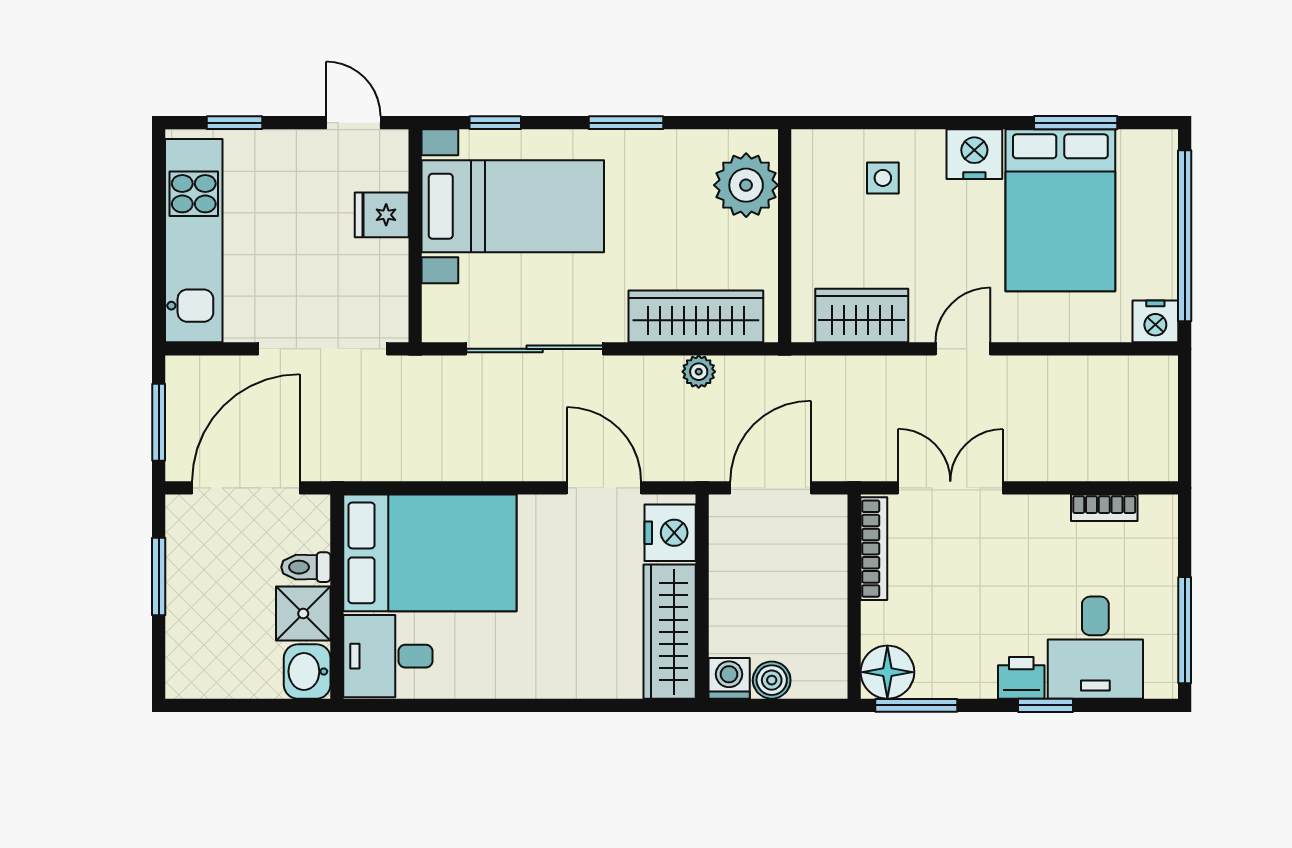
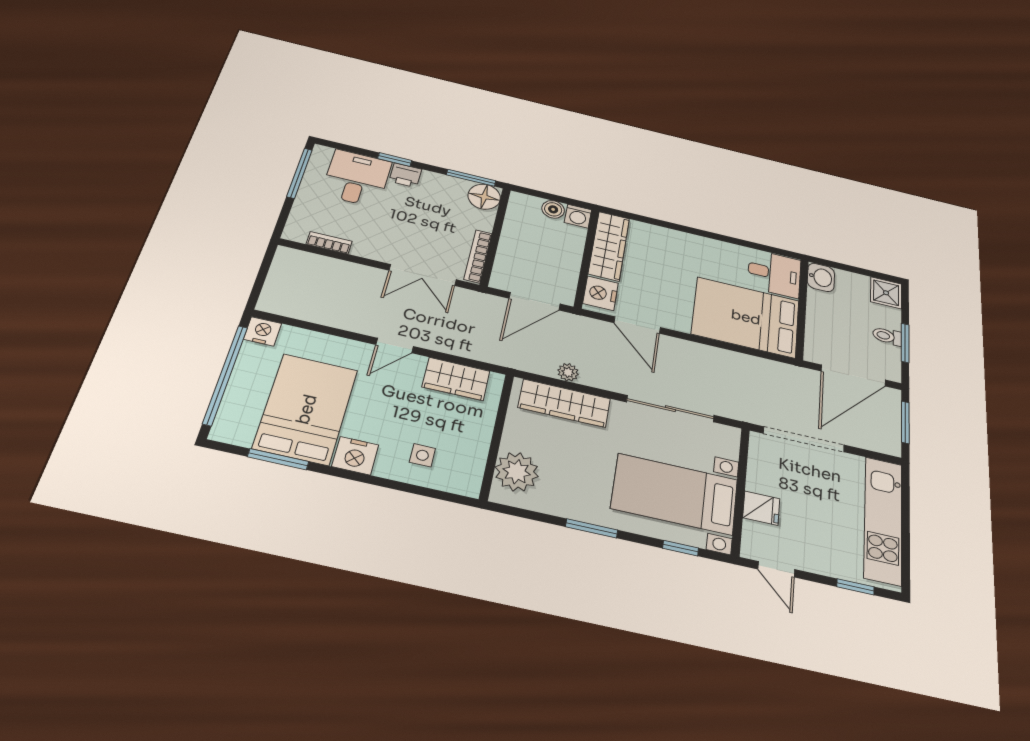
toilet: (306, 567) -> (887, 336), moved, turned 180
shower: (303, 614) -> (886, 293), moved

